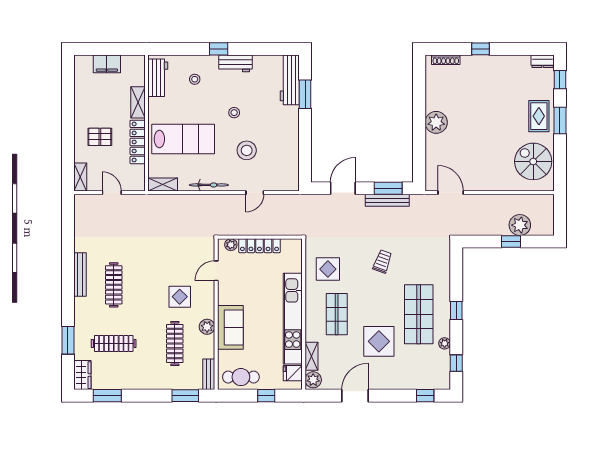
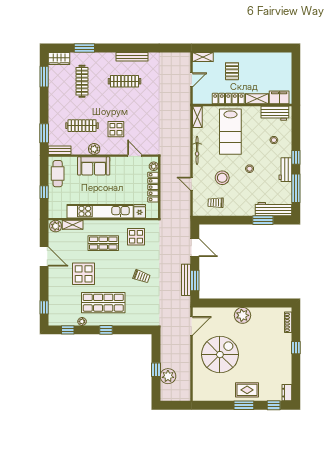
window: (261, 49) -> (296, 188), added
filing cabinet: (107, 64) -> (279, 97), moved, turned 90
trolley: (281, 159) -> (216, 203), added
spiral stairs: (533, 161) -> (220, 355), moved, width x1.37, depth x1.37
fridge: (293, 373) -> (140, 211), moved

